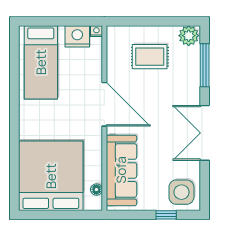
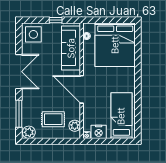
plant: (115, 46) -> (75, 126), added
window: (166, 215) -> (56, 20), moved

